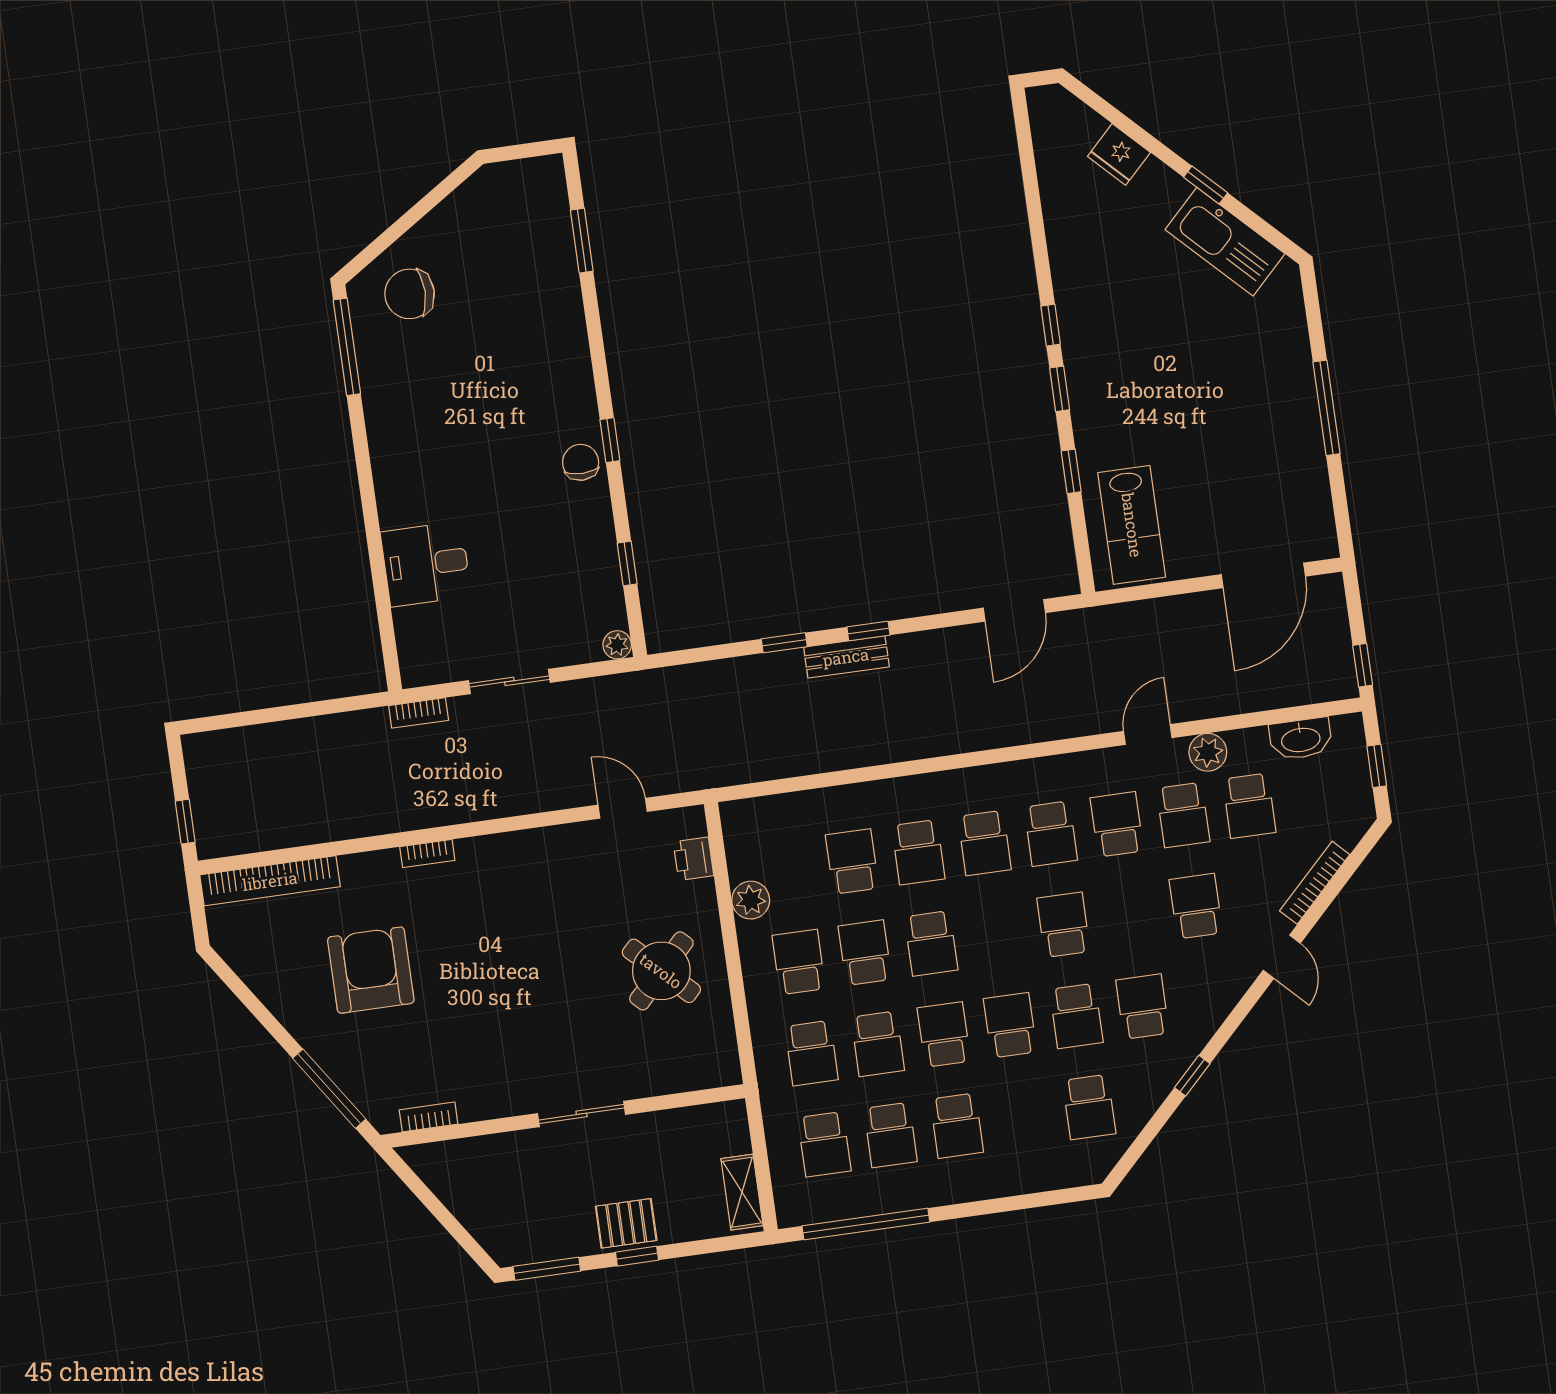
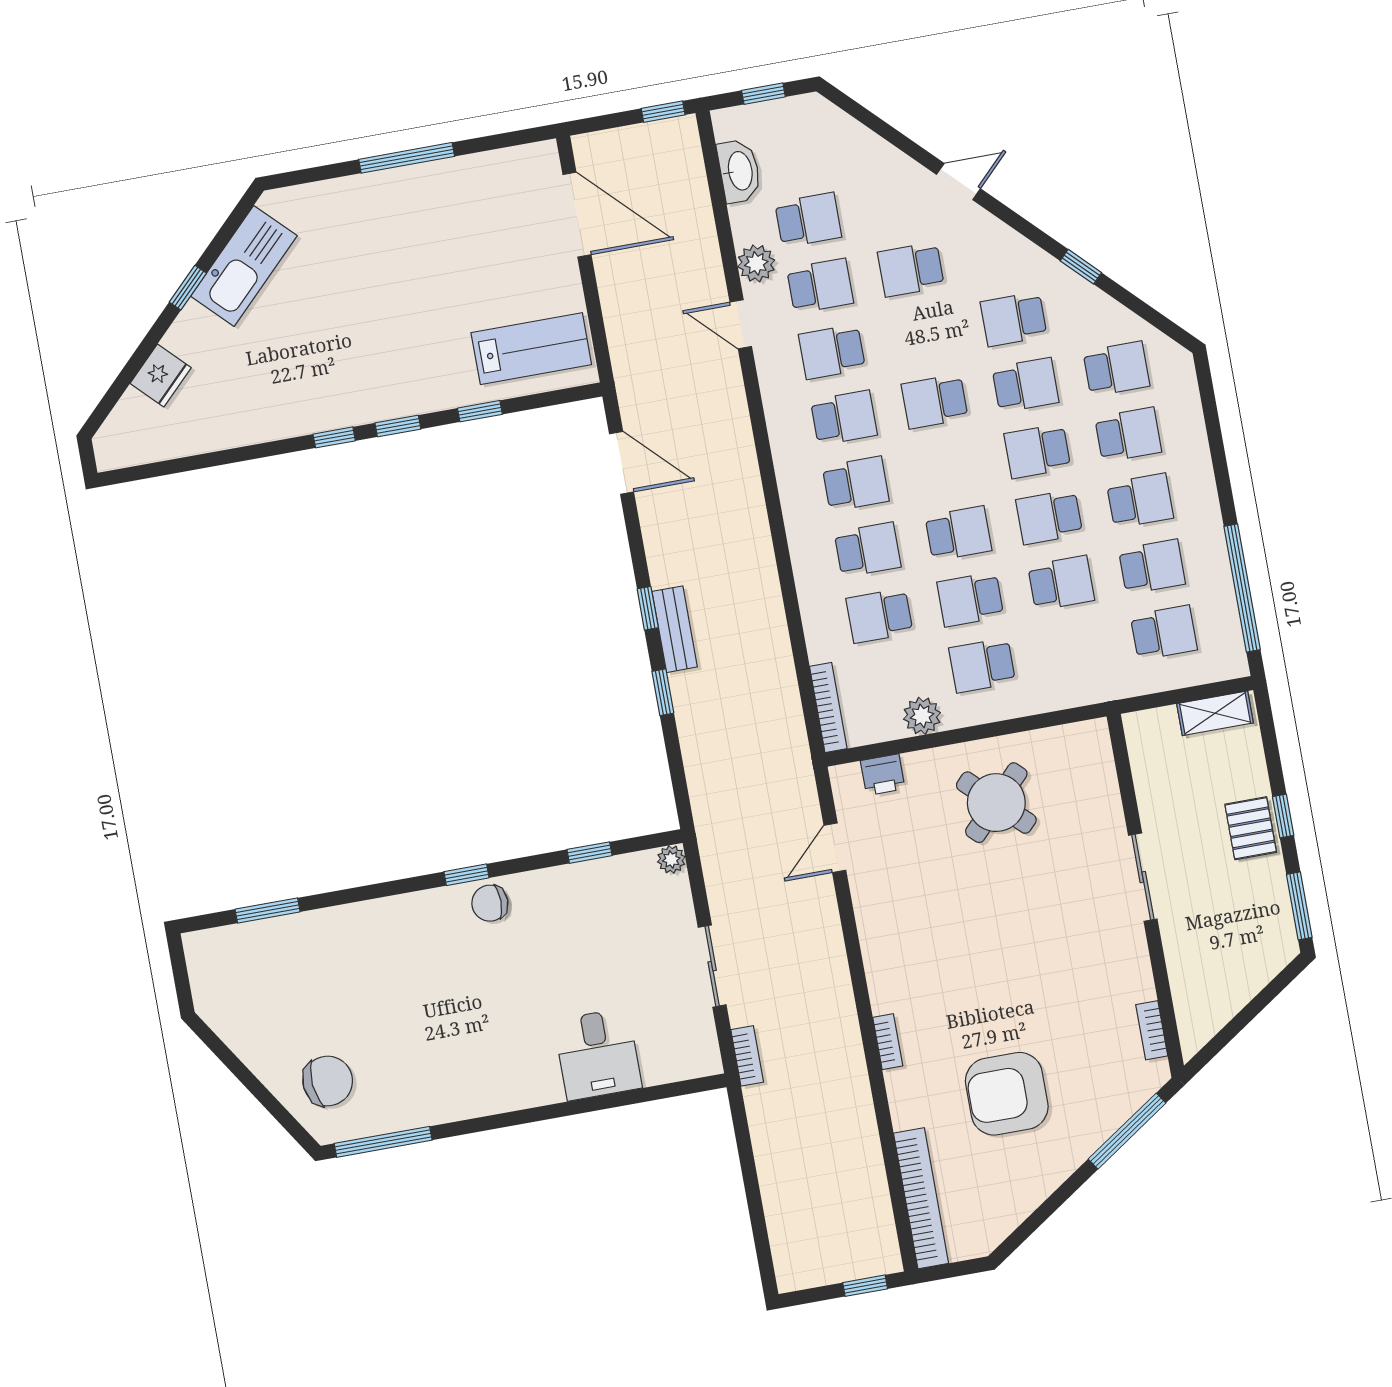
chair: (410, 294) -> (328, 1081), turned -95
bookcase: (1315, 883) -> (828, 707), moved, turned -135
school desk: (812, 1053) -> (1128, 435), moved

